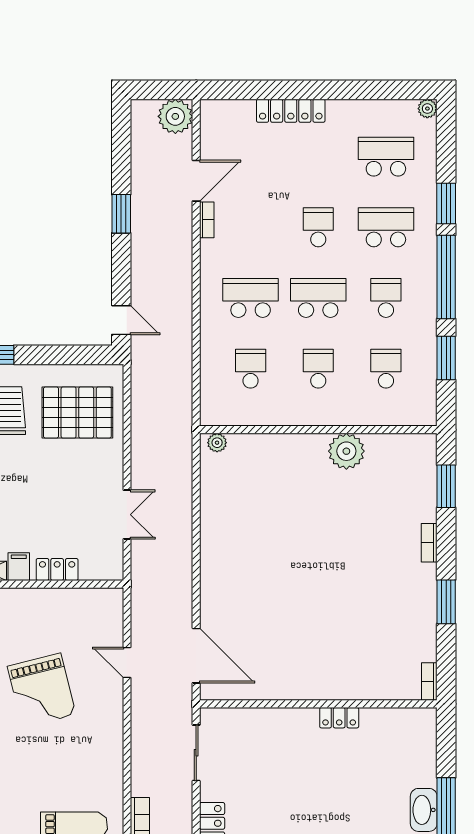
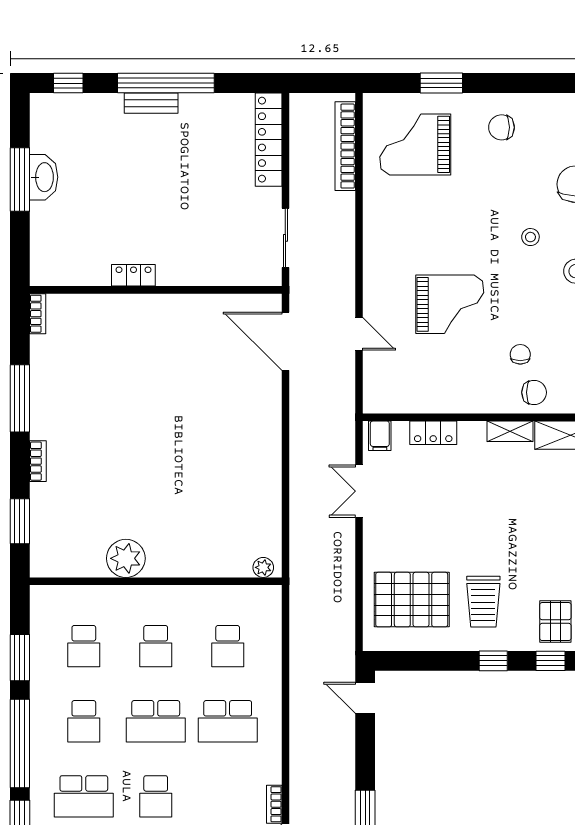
filing cabinet: (19, 567) -> (380, 436), moved
window: (446, 602) -> (20, 398), width x1.44
grand piano: (42, 690) -> (450, 304), turned 104

